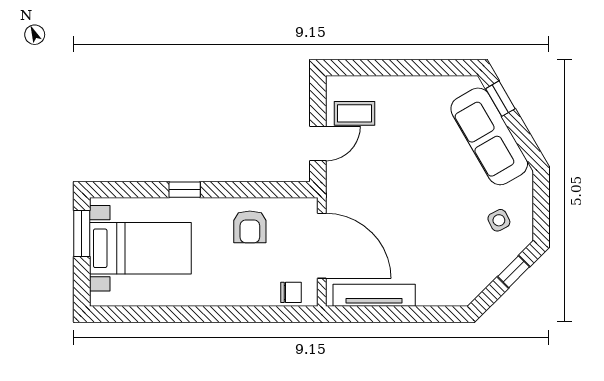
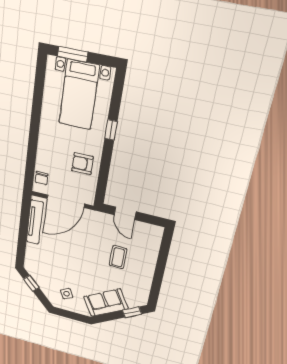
coffee table: (355, 113) -> (118, 257), moved
sofa: (489, 136) -> (106, 303), width x0.73
window: (82, 234) -> (73, 54), moved
window: (514, 272) -> (31, 283), moved

